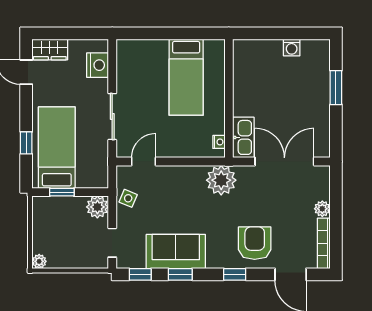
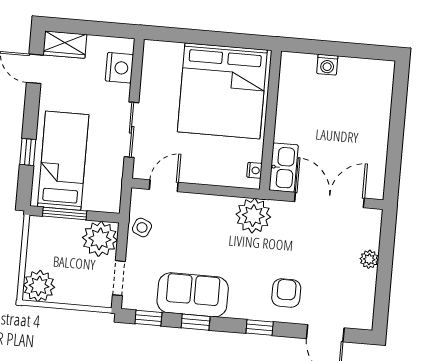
washing machine: (292, 47) -> (327, 65), moved
bed: (186, 77) -> (222, 91), width x2.04
window: (336, 88) -> (397, 118), removed
window: (62, 192) -> (65, 214), width x1.50
plant: (97, 207) -> (100, 239), width x1.36, depth x1.36
armchair: (255, 243) -> (286, 293), width x0.72, depth x0.72
bookcase: (324, 243) -> (367, 300), removed
plant: (39, 261) -> (39, 286), width x1.88, depth x1.88

